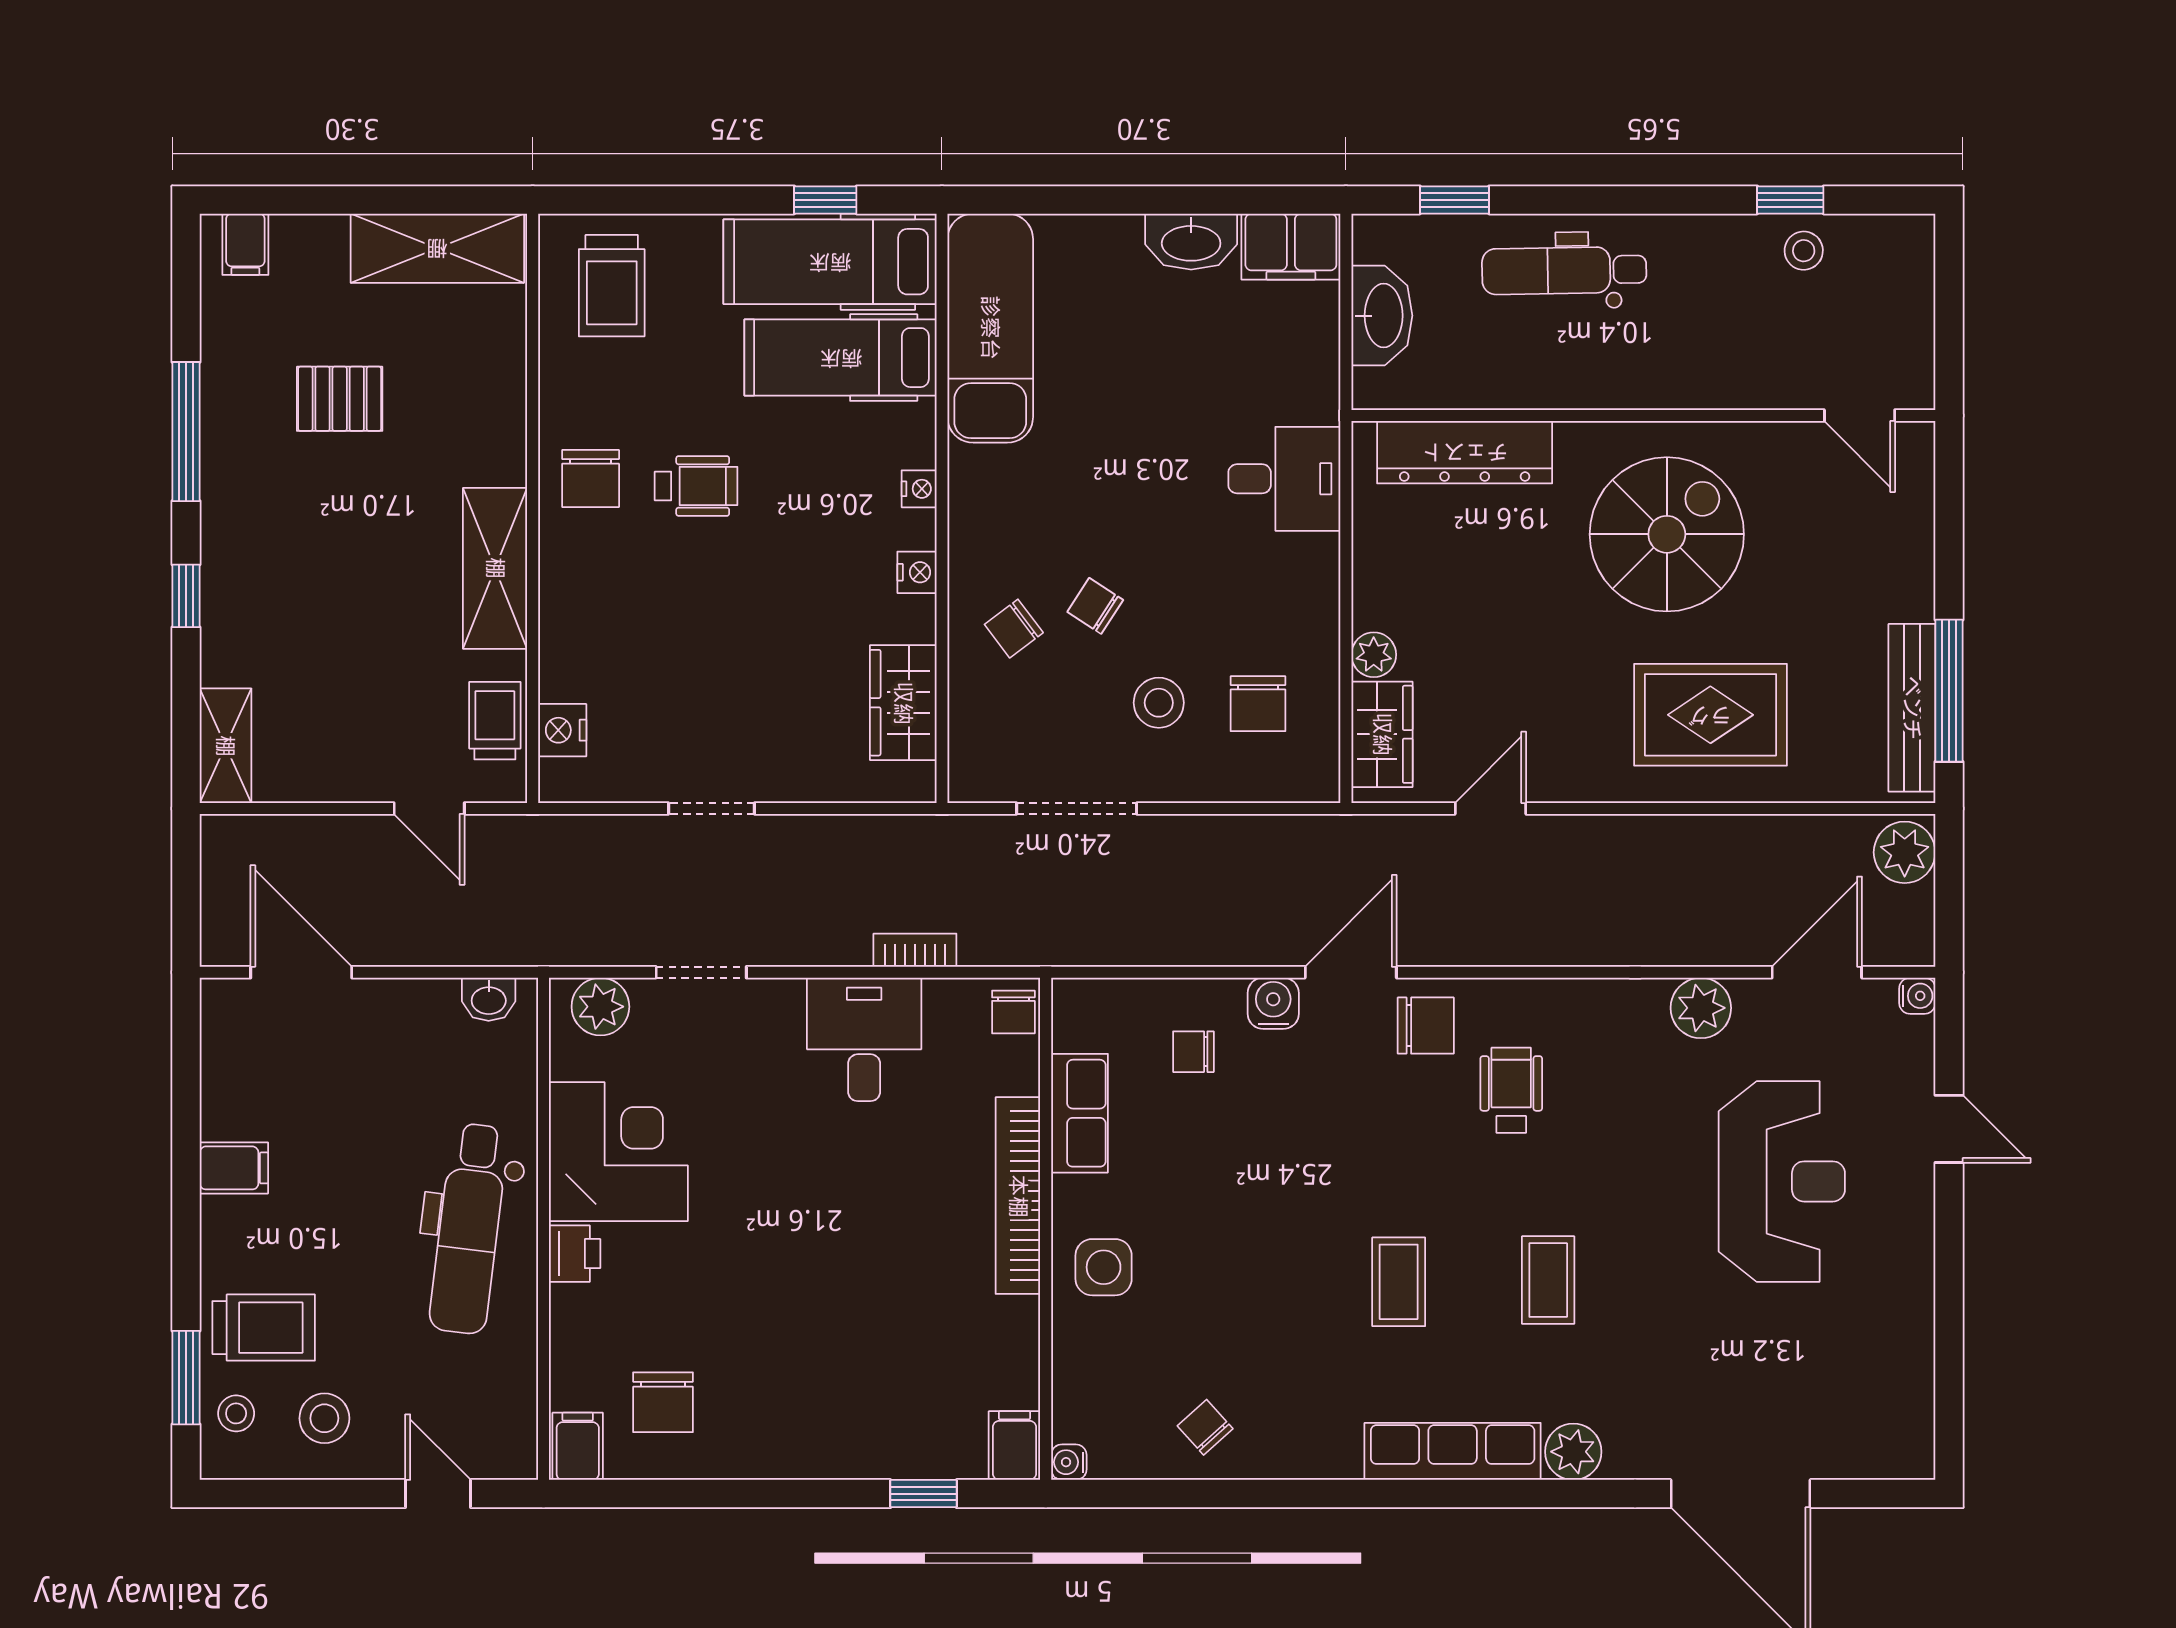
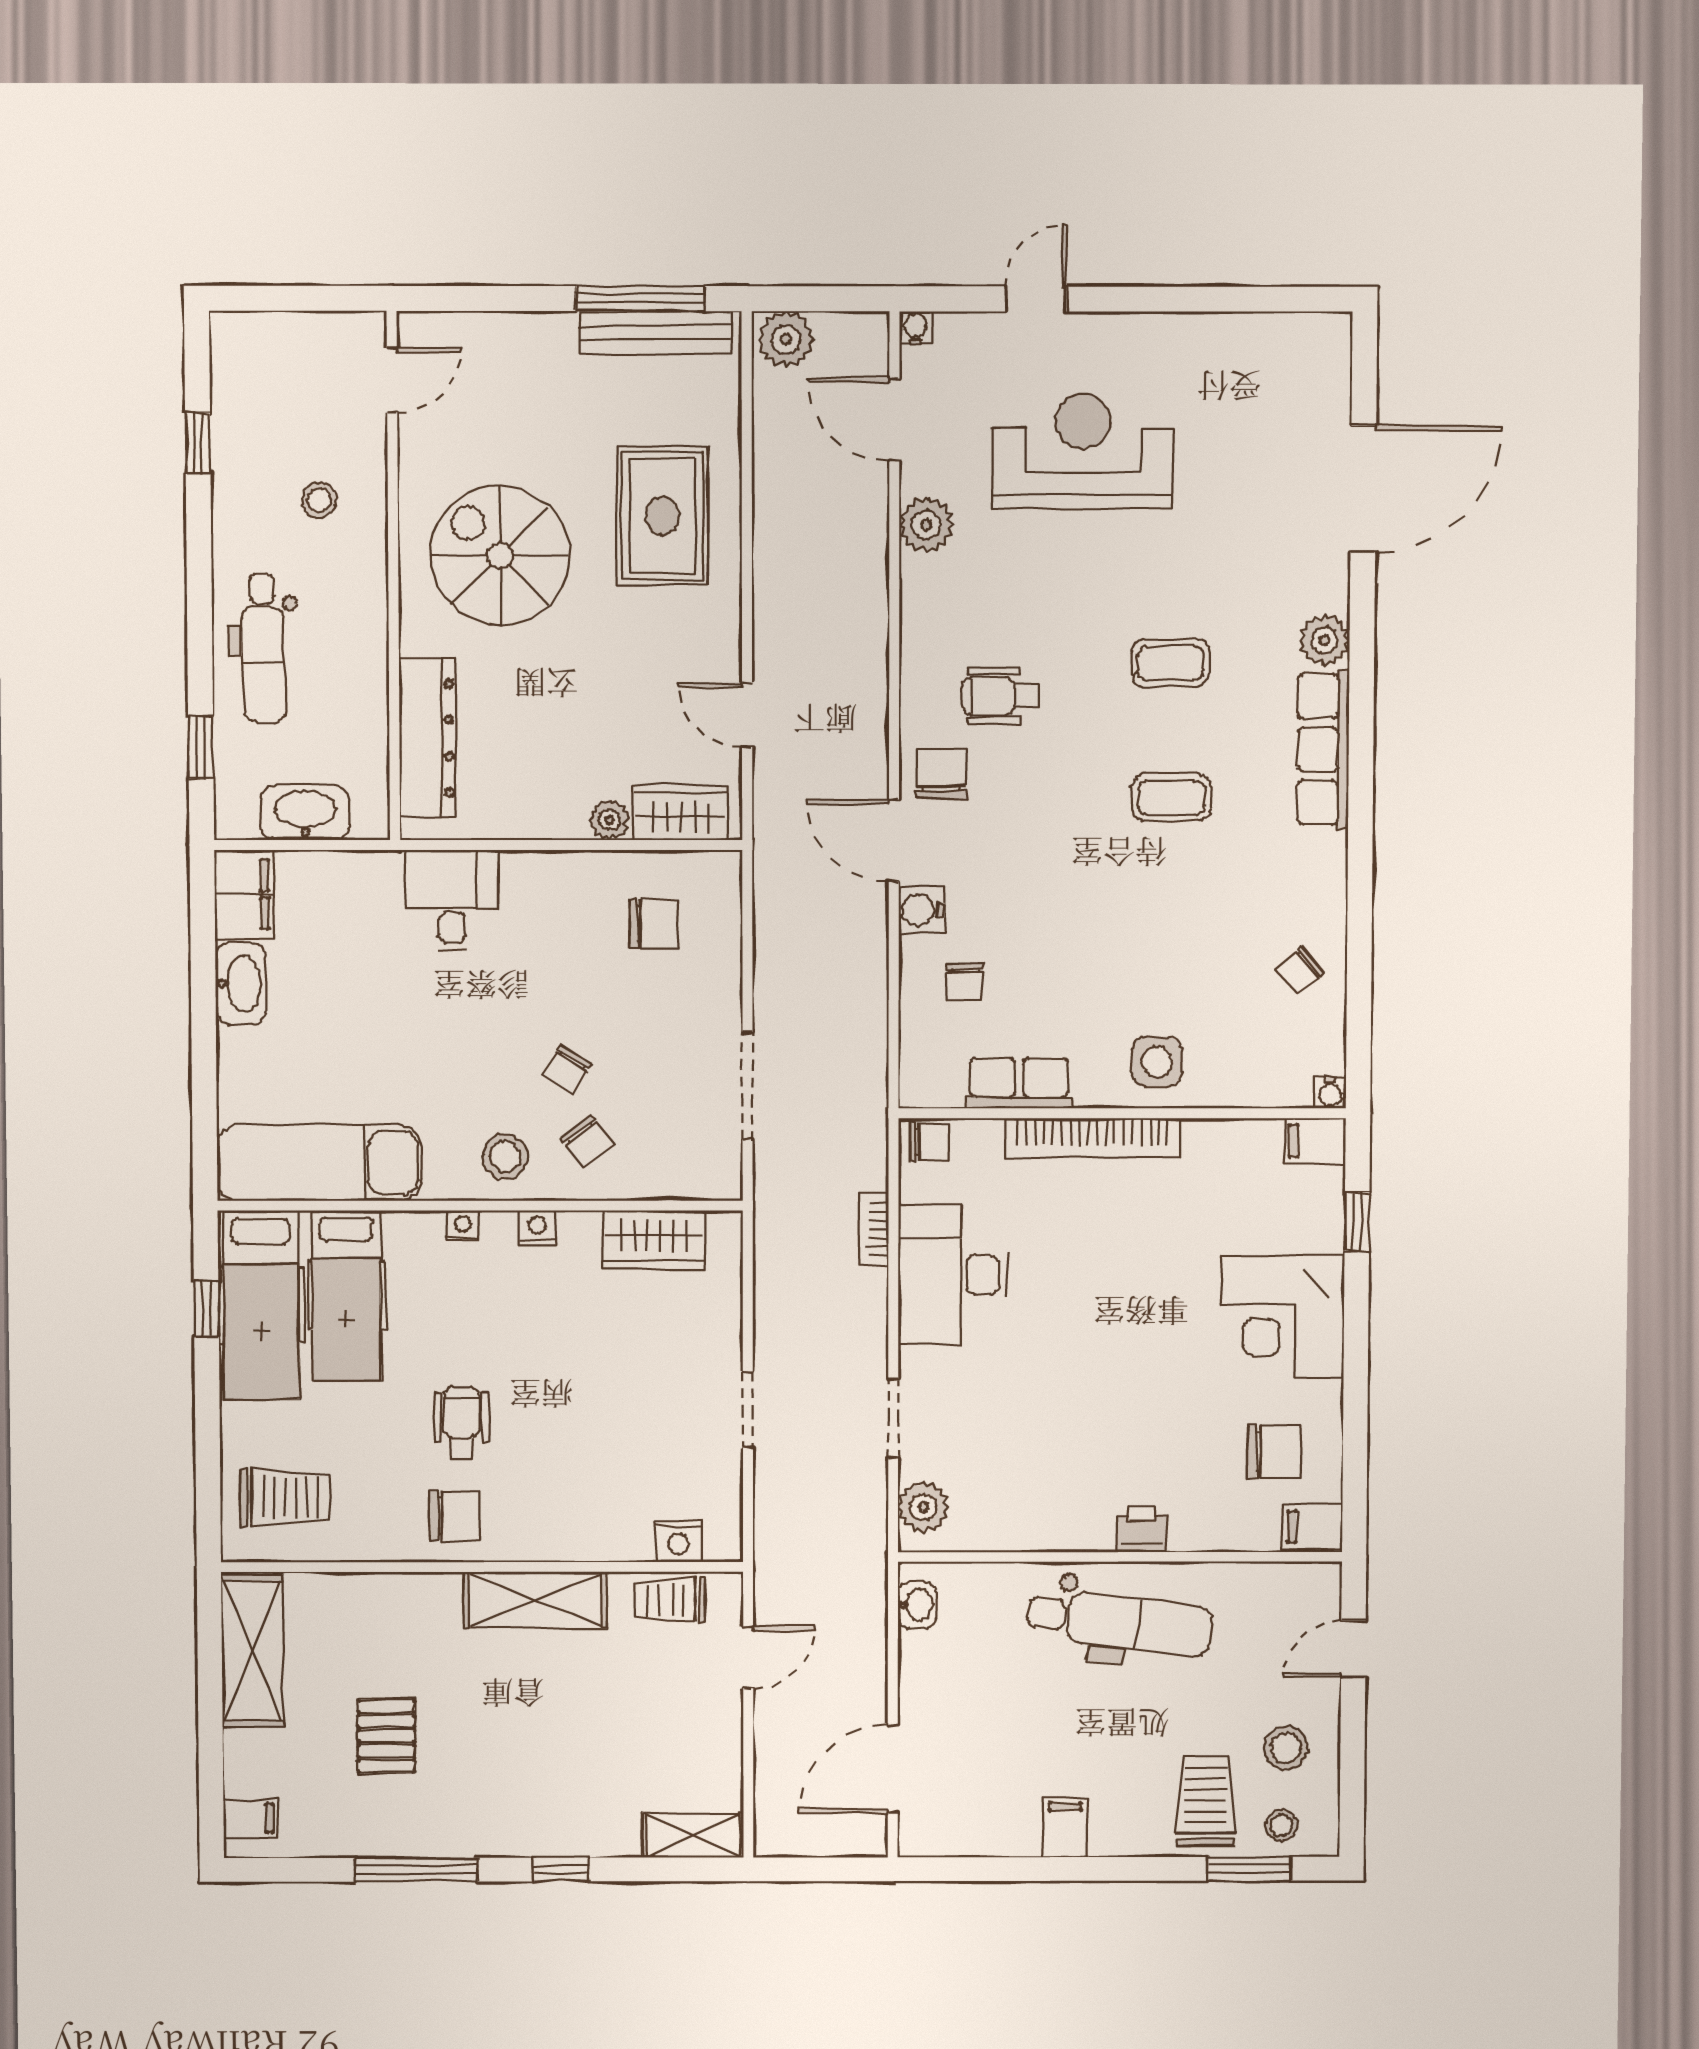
stool: (1804, 251) -> (319, 500), moved
stool: (1159, 703) -> (505, 1157), moved
desk: (864, 1039) -> (953, 1274), width x1.37
corner desk: (618, 1152) -> (1282, 1317), moved, turned -90

